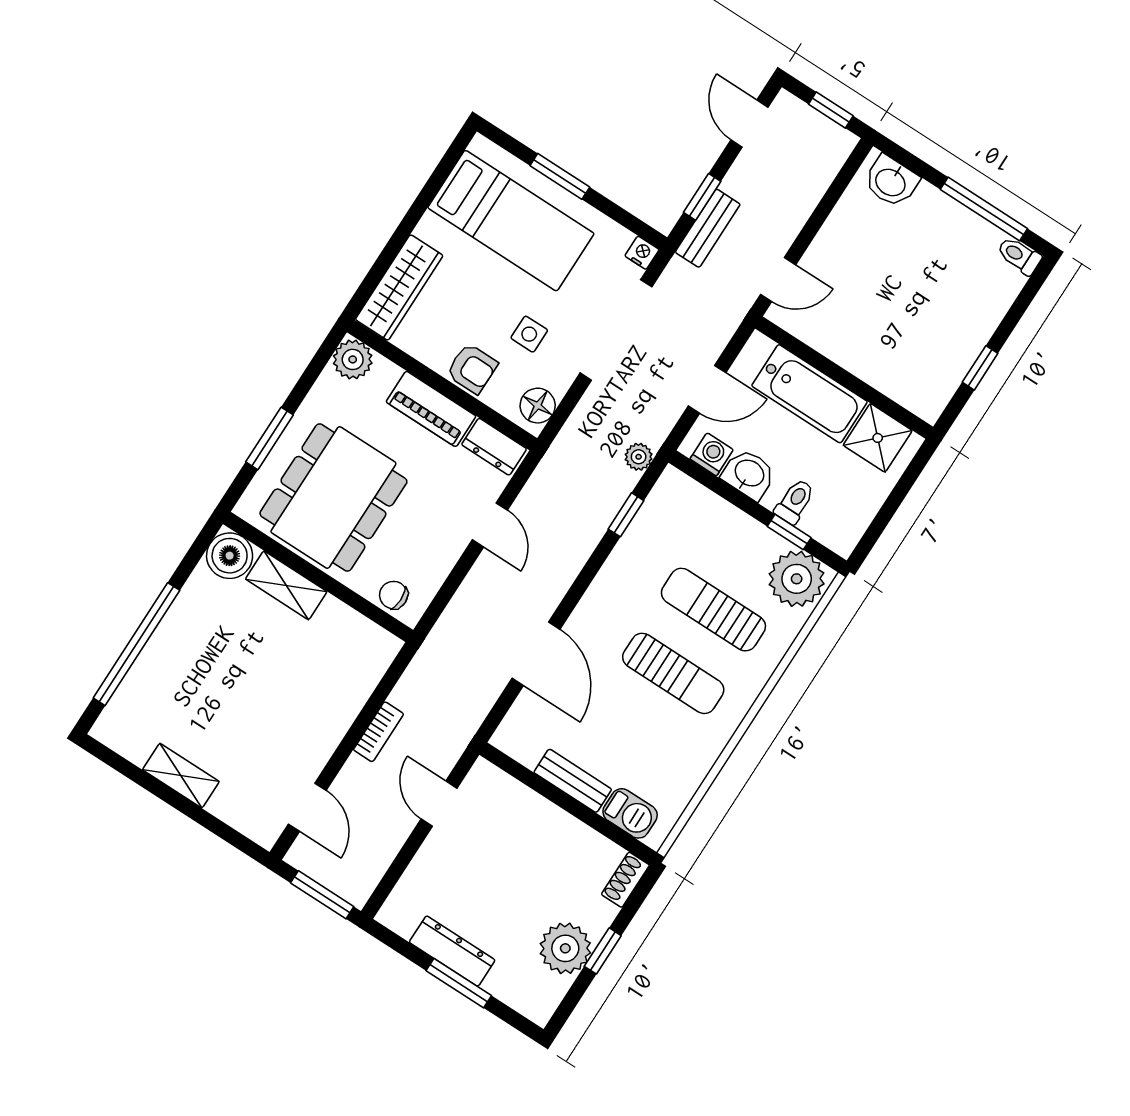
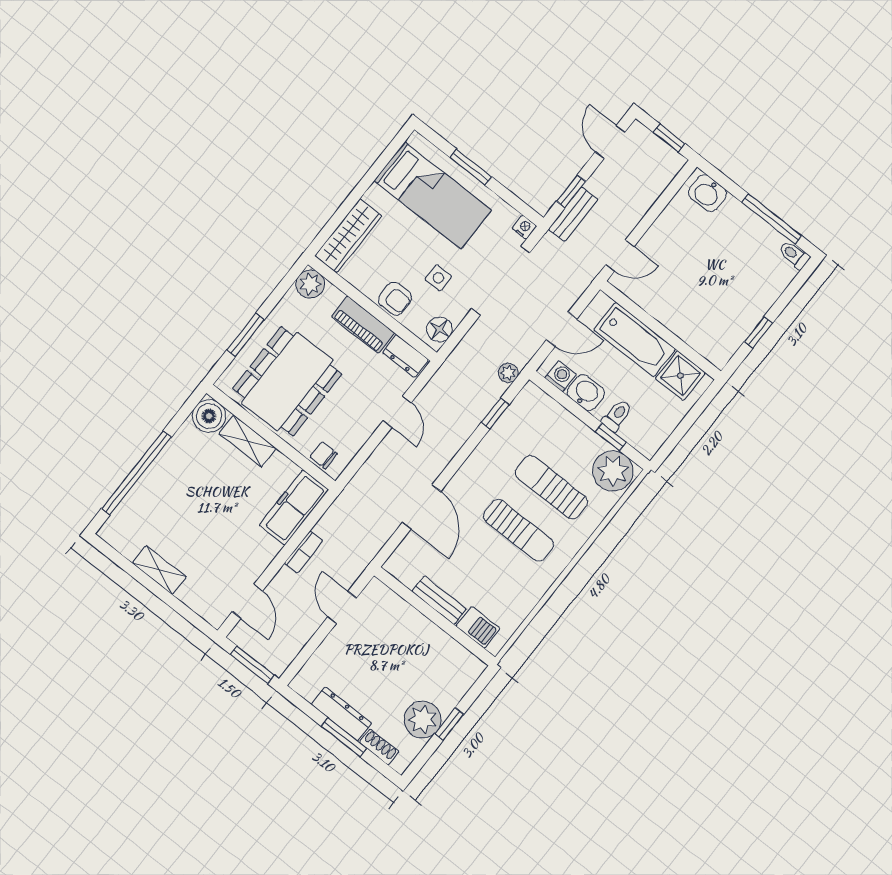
freezer: (359, 671) -> (294, 507), added
shoe rack: (625, 880) -> (379, 747), moved, turned 90

